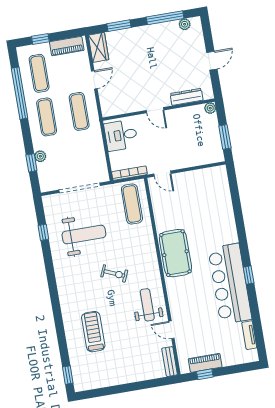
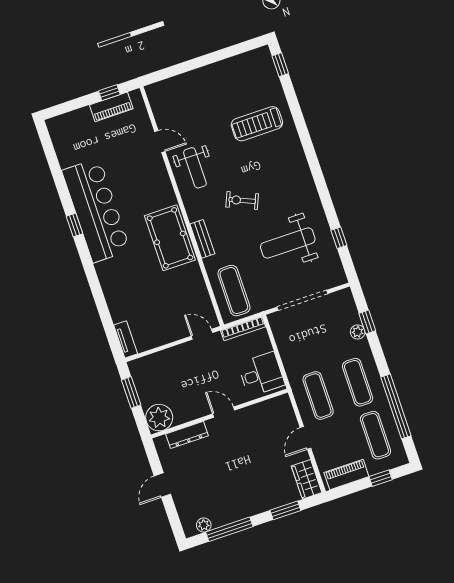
plant: (210, 108) -> (159, 418), width x1.88, depth x1.88
treadmill: (93, 332) -> (257, 124), turned 90
tv unit: (249, 335) -> (126, 339), moved
bench: (170, 362) -> (202, 239), moved

